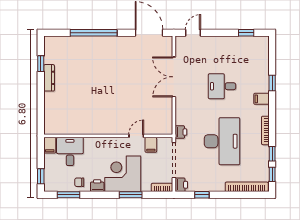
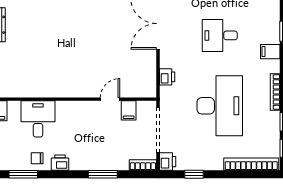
printer: (181, 132) -> (167, 77), moved
desk: (70, 151) -> (38, 119), moved
corner desk: (123, 174) -> (93, 147), removed

